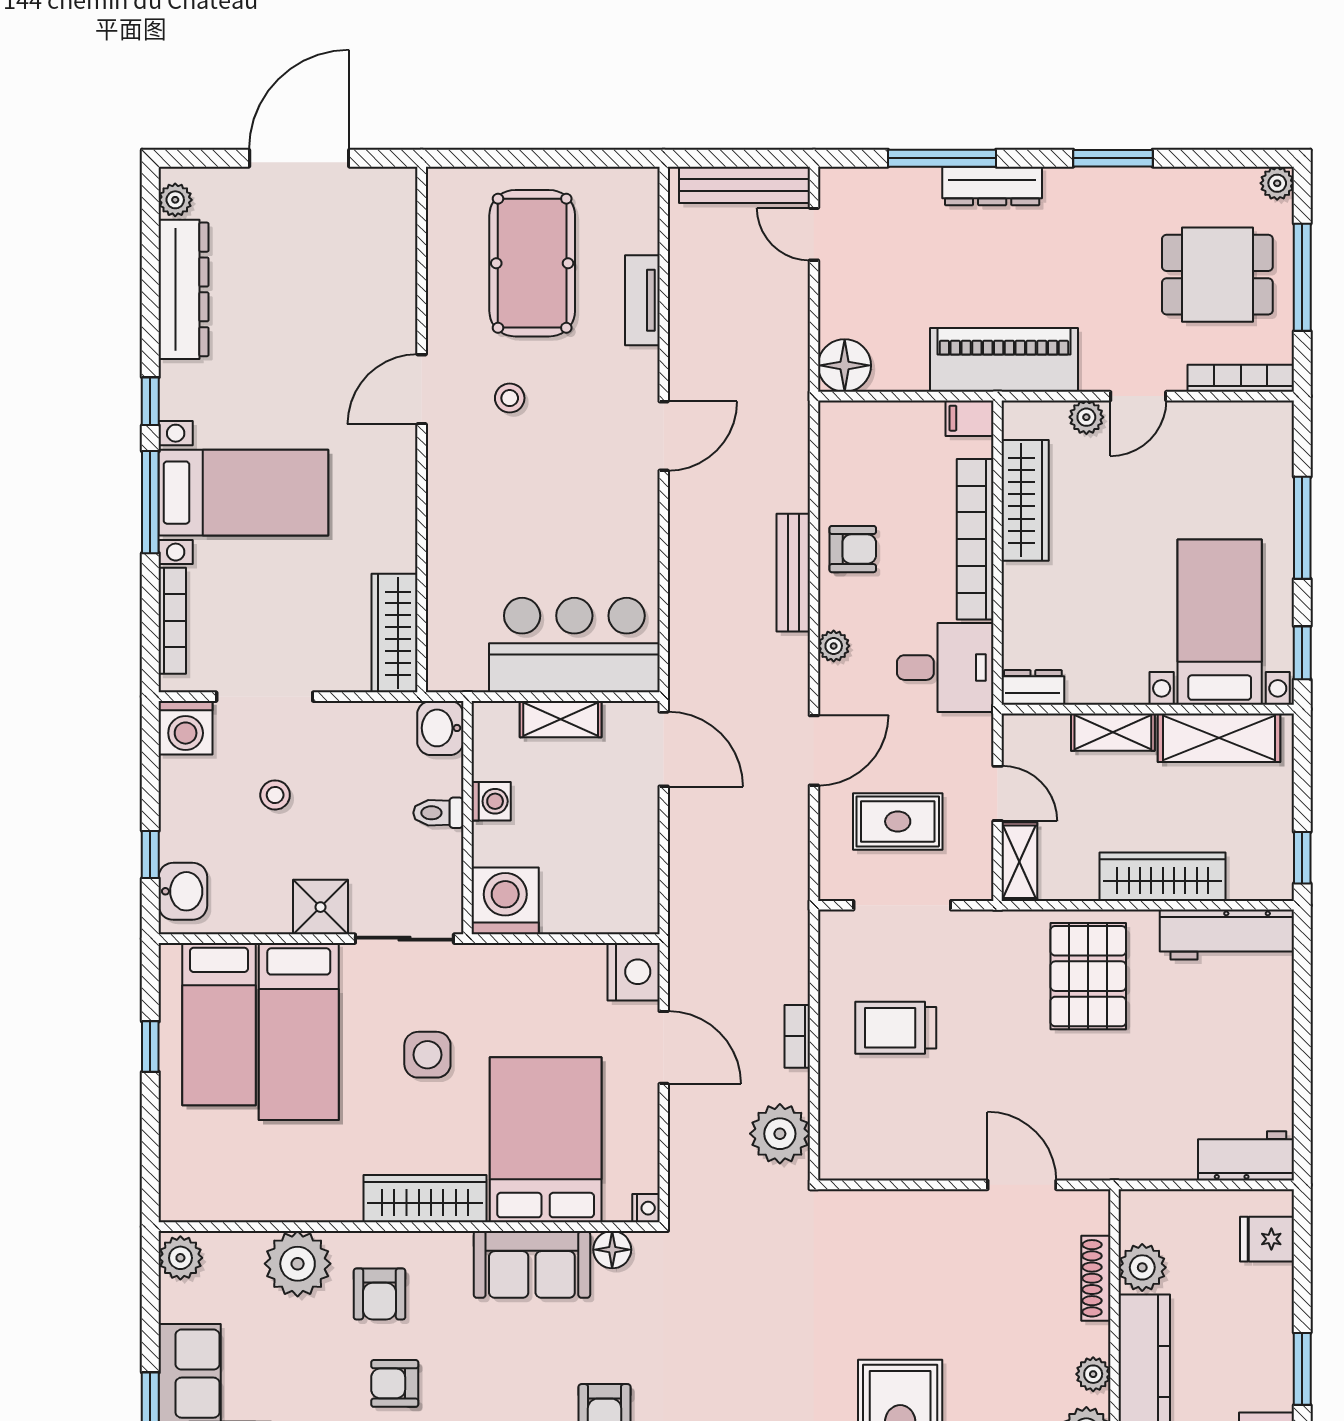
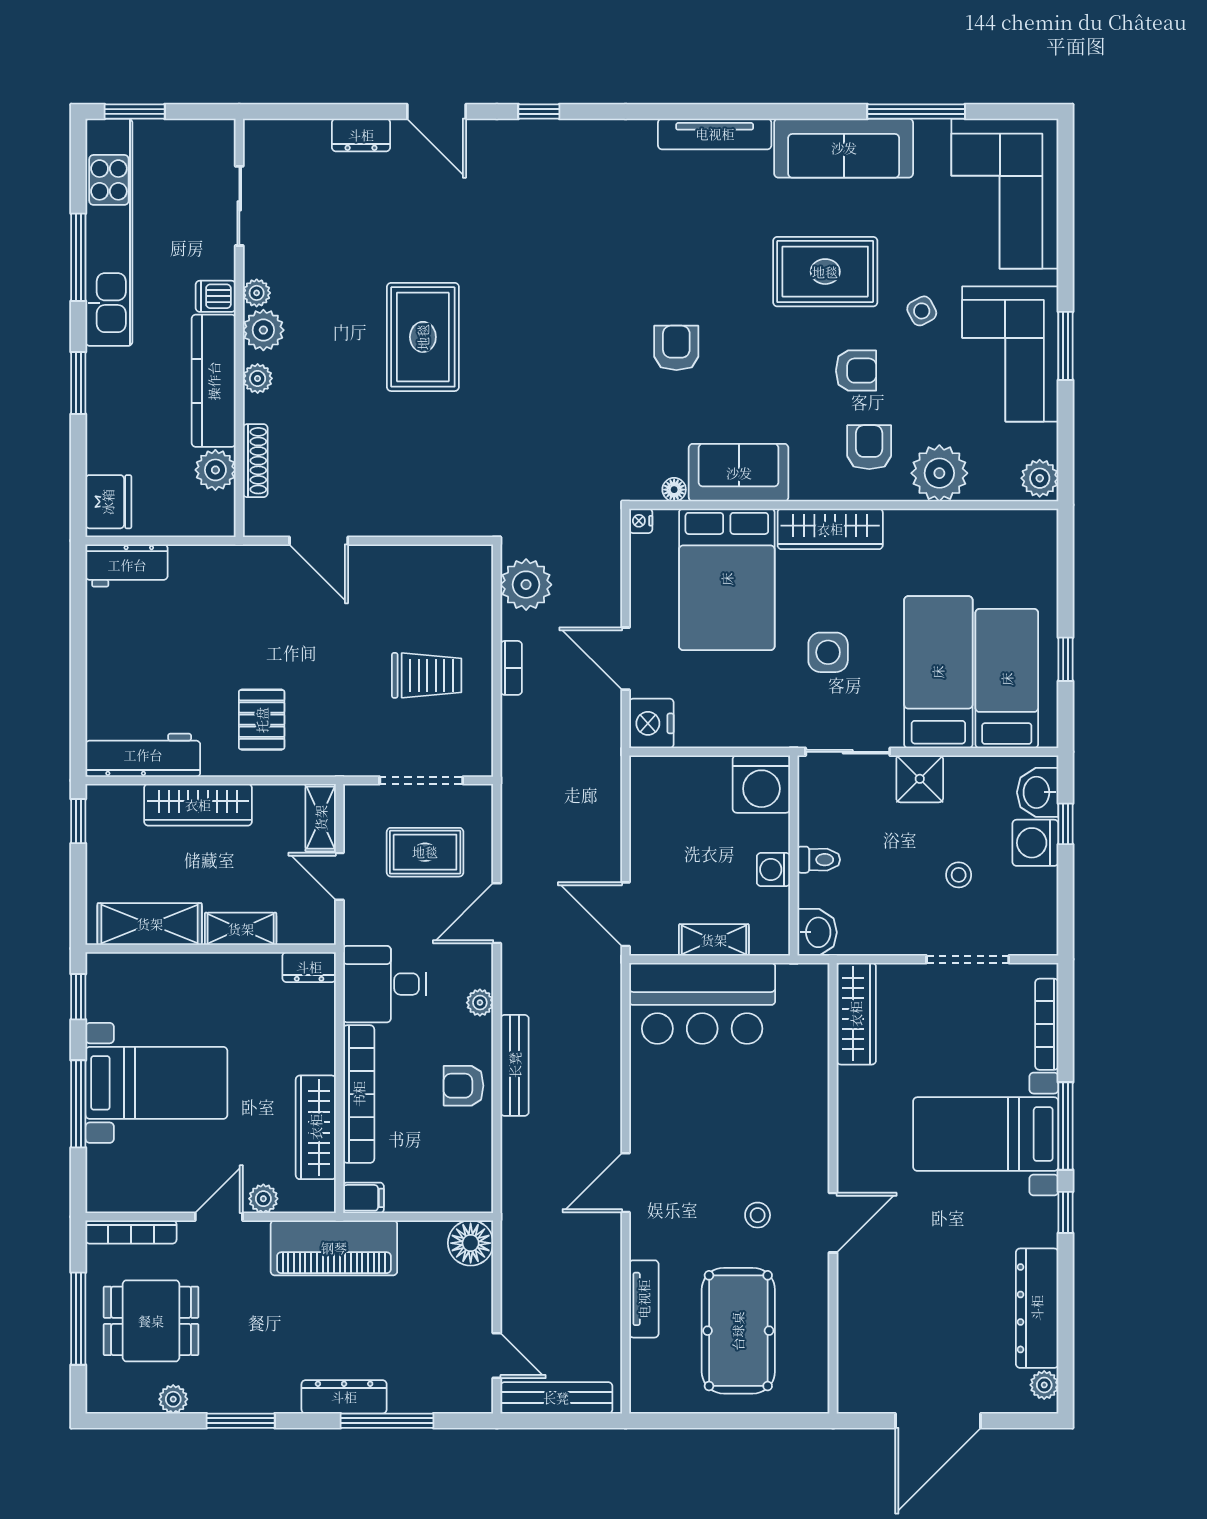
plant: (1277, 183) -> (173, 1399), moved
bed with nightstands: (1220, 622) -> (156, 1083), moved, turned -90
washing machine: (186, 728) -> (1035, 843), moved, turned -90
pallet: (1088, 976) -> (262, 720), width x0.67, depth x0.71
fridge: (1267, 1239) -> (108, 502), width x1.38
floor lamp: (612, 1250) -> (674, 490), width x0.73, depth x0.73

